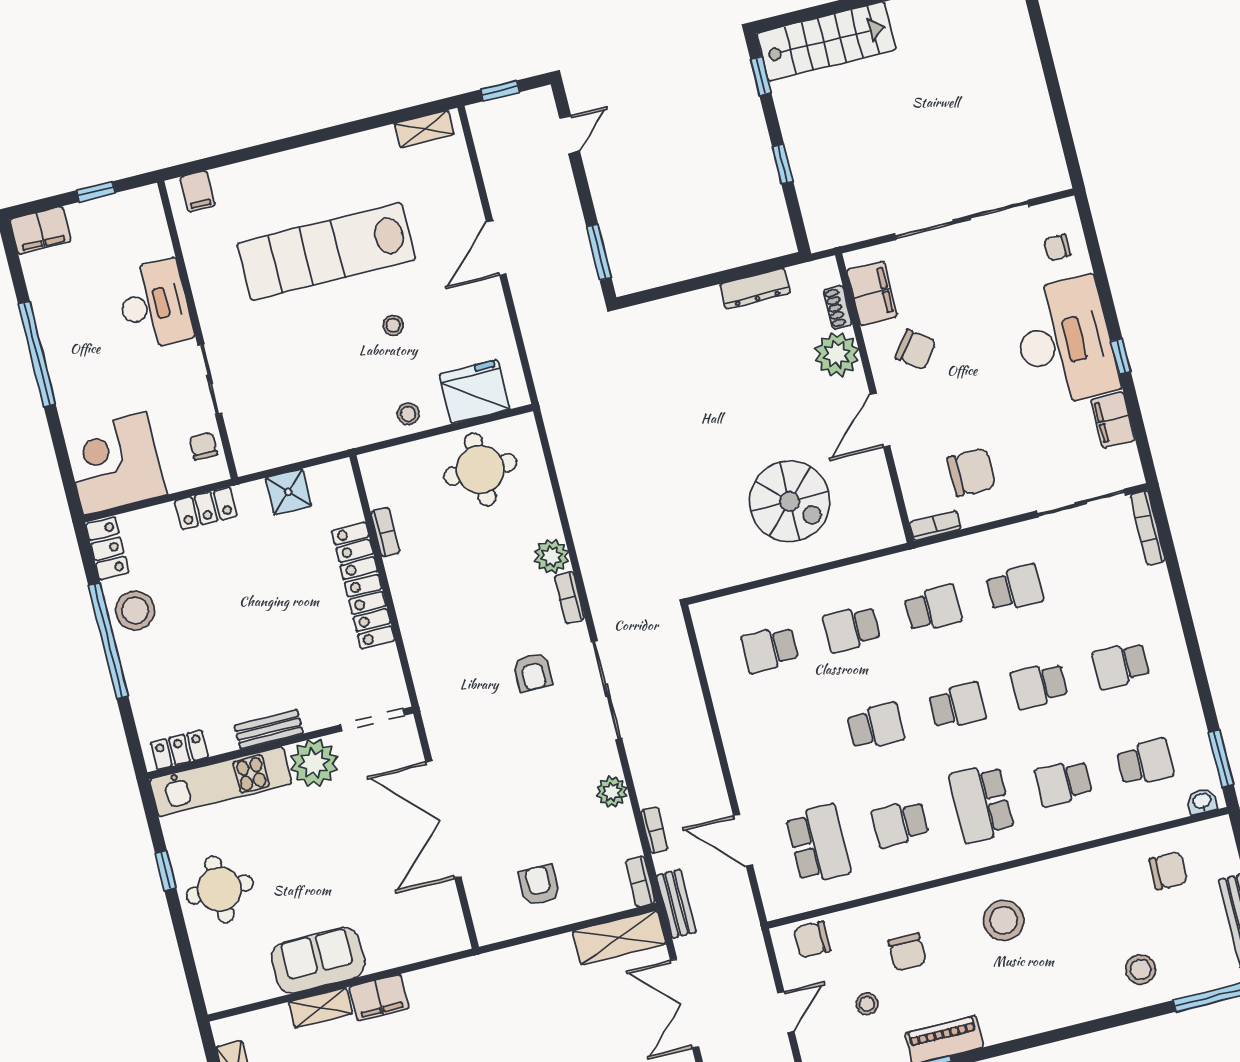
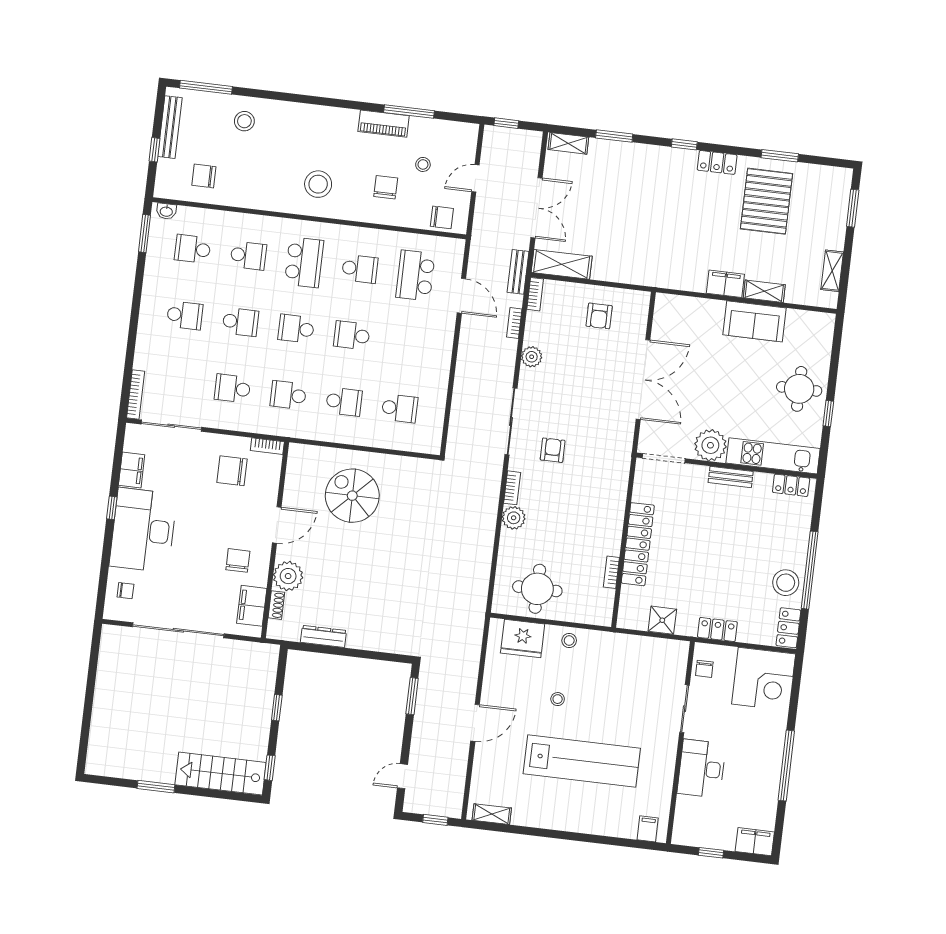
chair: (916, 350) -> (238, 560), turned 53

